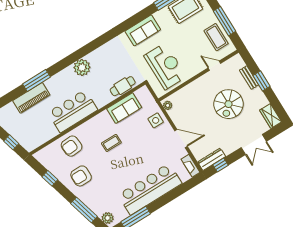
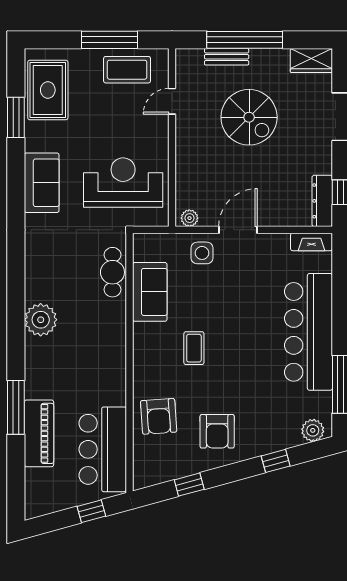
window: (262, 81) -> (245, 40), width x2.11
bar counter: (73, 111) -> (103, 449), moved
door: (181, 138) -> (238, 230), moved
window: (84, 210) -> (276, 461), width x0.46

